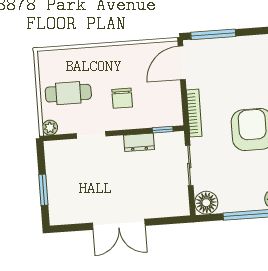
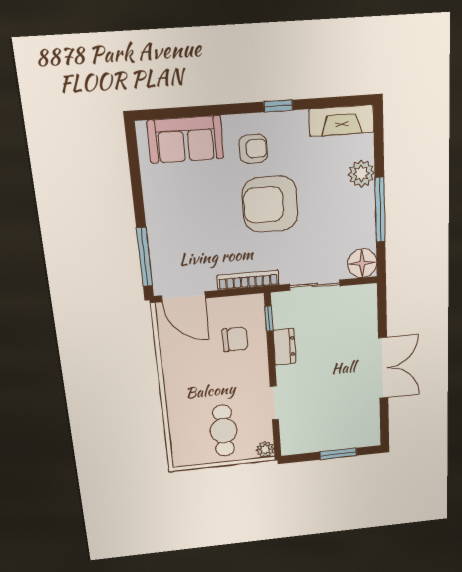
chair: (122, 98) -> (235, 339), moved

